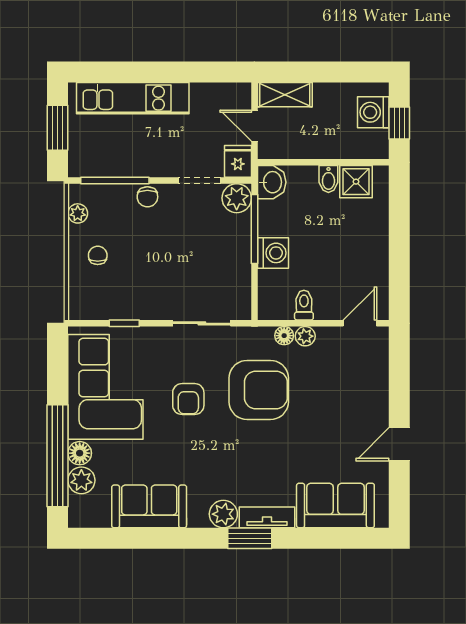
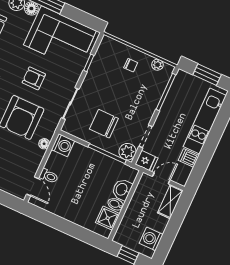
dishwasher: (202, 97) -> (189, 158), added
washing machine: (373, 112) -> (151, 239), moved, turned -90
washbasin: (272, 182) -> (122, 189), moved, turned 90
chair: (147, 197) -> (104, 124), moved, width x1.87, depth x1.87
washing machine: (273, 253) -> (63, 145), moved, turned -90
toilet: (304, 305) -> (49, 176), moved
plant: (305, 336) -> (39, 155), removed

